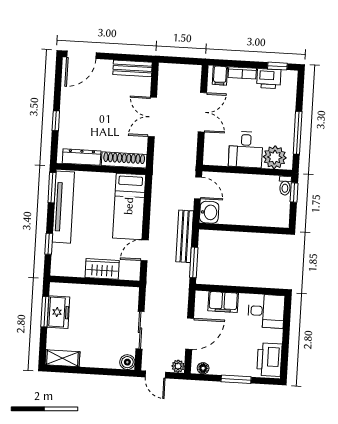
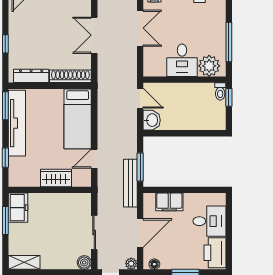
bench: (185, 236) -> (130, 183), moved
desk: (266, 311) -> (209, 221), moved
freezer: (58, 312) -> (18, 208), moved

